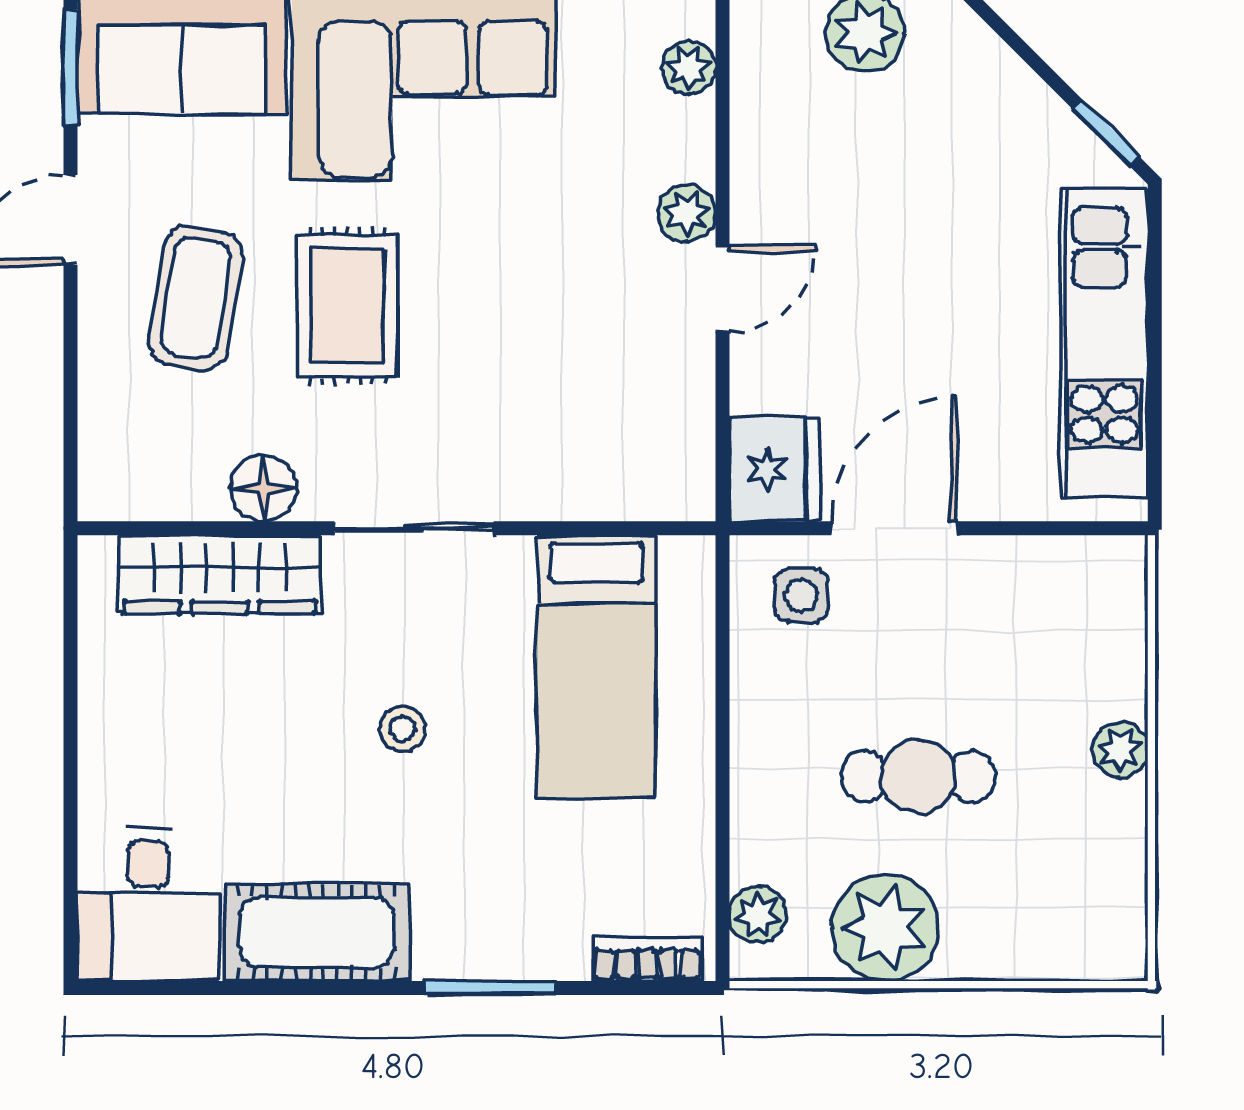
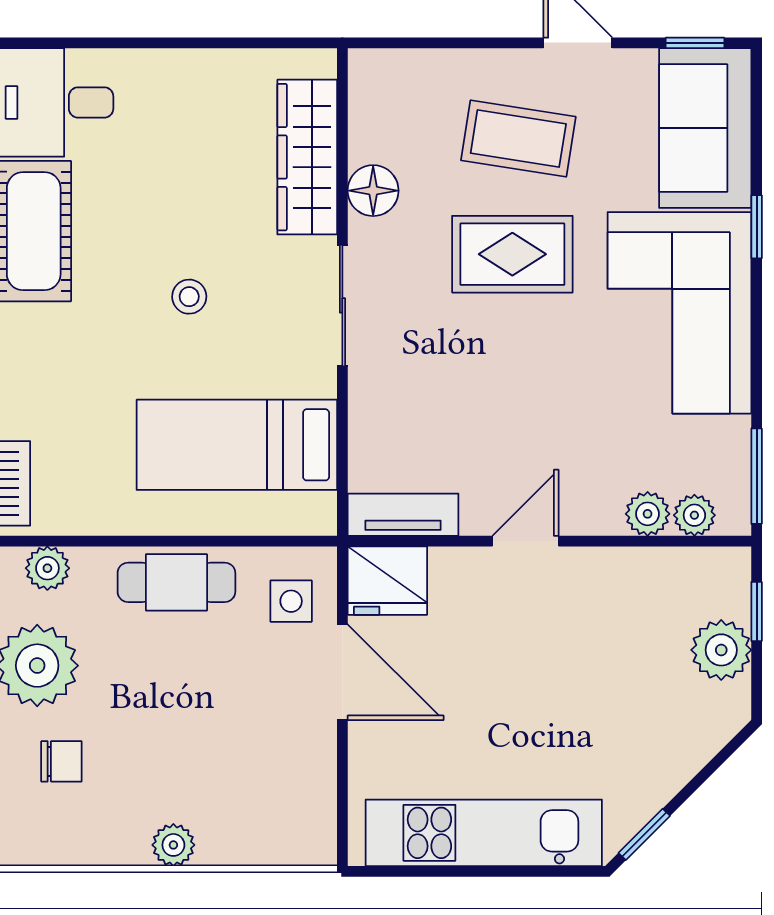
window: (70, 67) -> (695, 43), width x0.67
plant: (687, 213) -> (648, 514), moved
door: (722, 289) -> (526, 541), swing flipped
tv unit: (688, 449) -> (403, 515), added
cafe table: (918, 776) -> (176, 582), moved, turned 90
chair: (1011, 896) -> (61, 761), added

